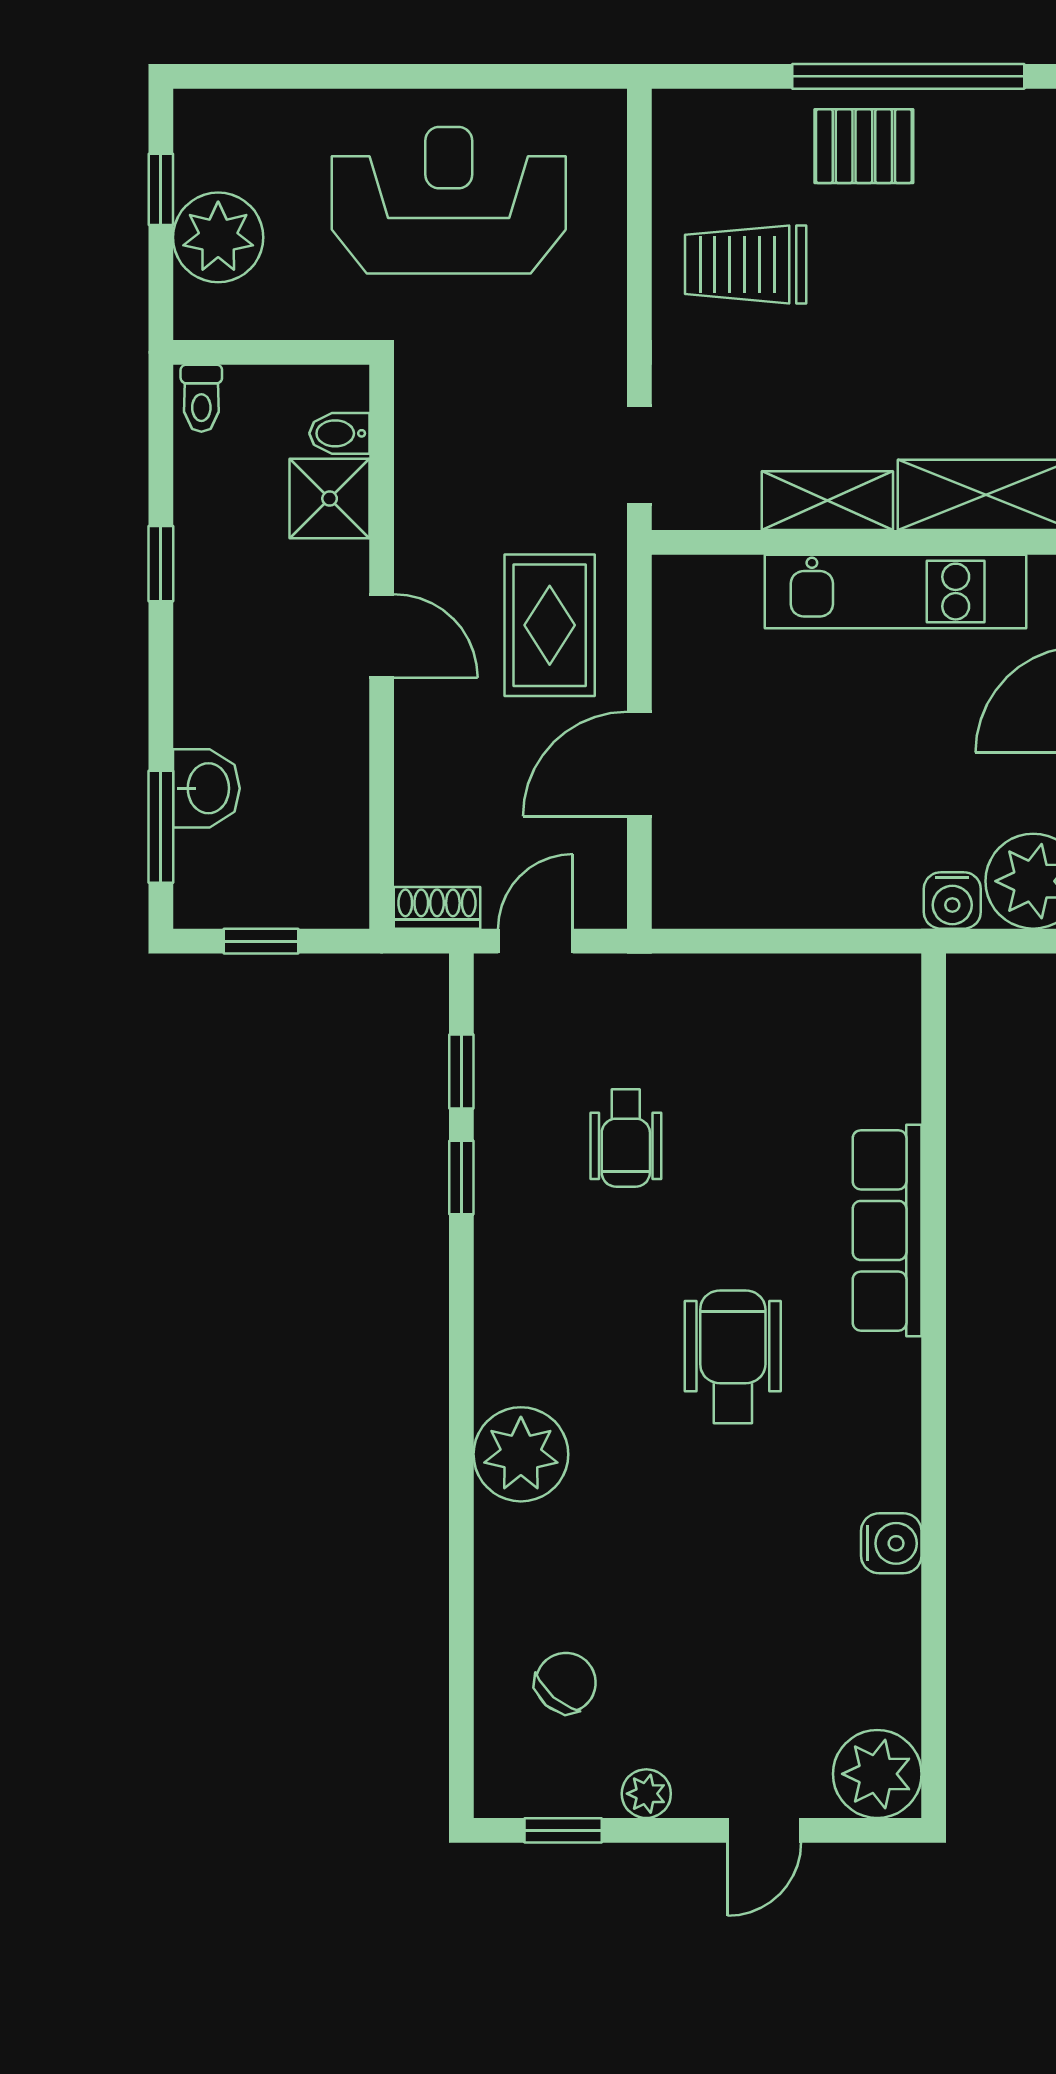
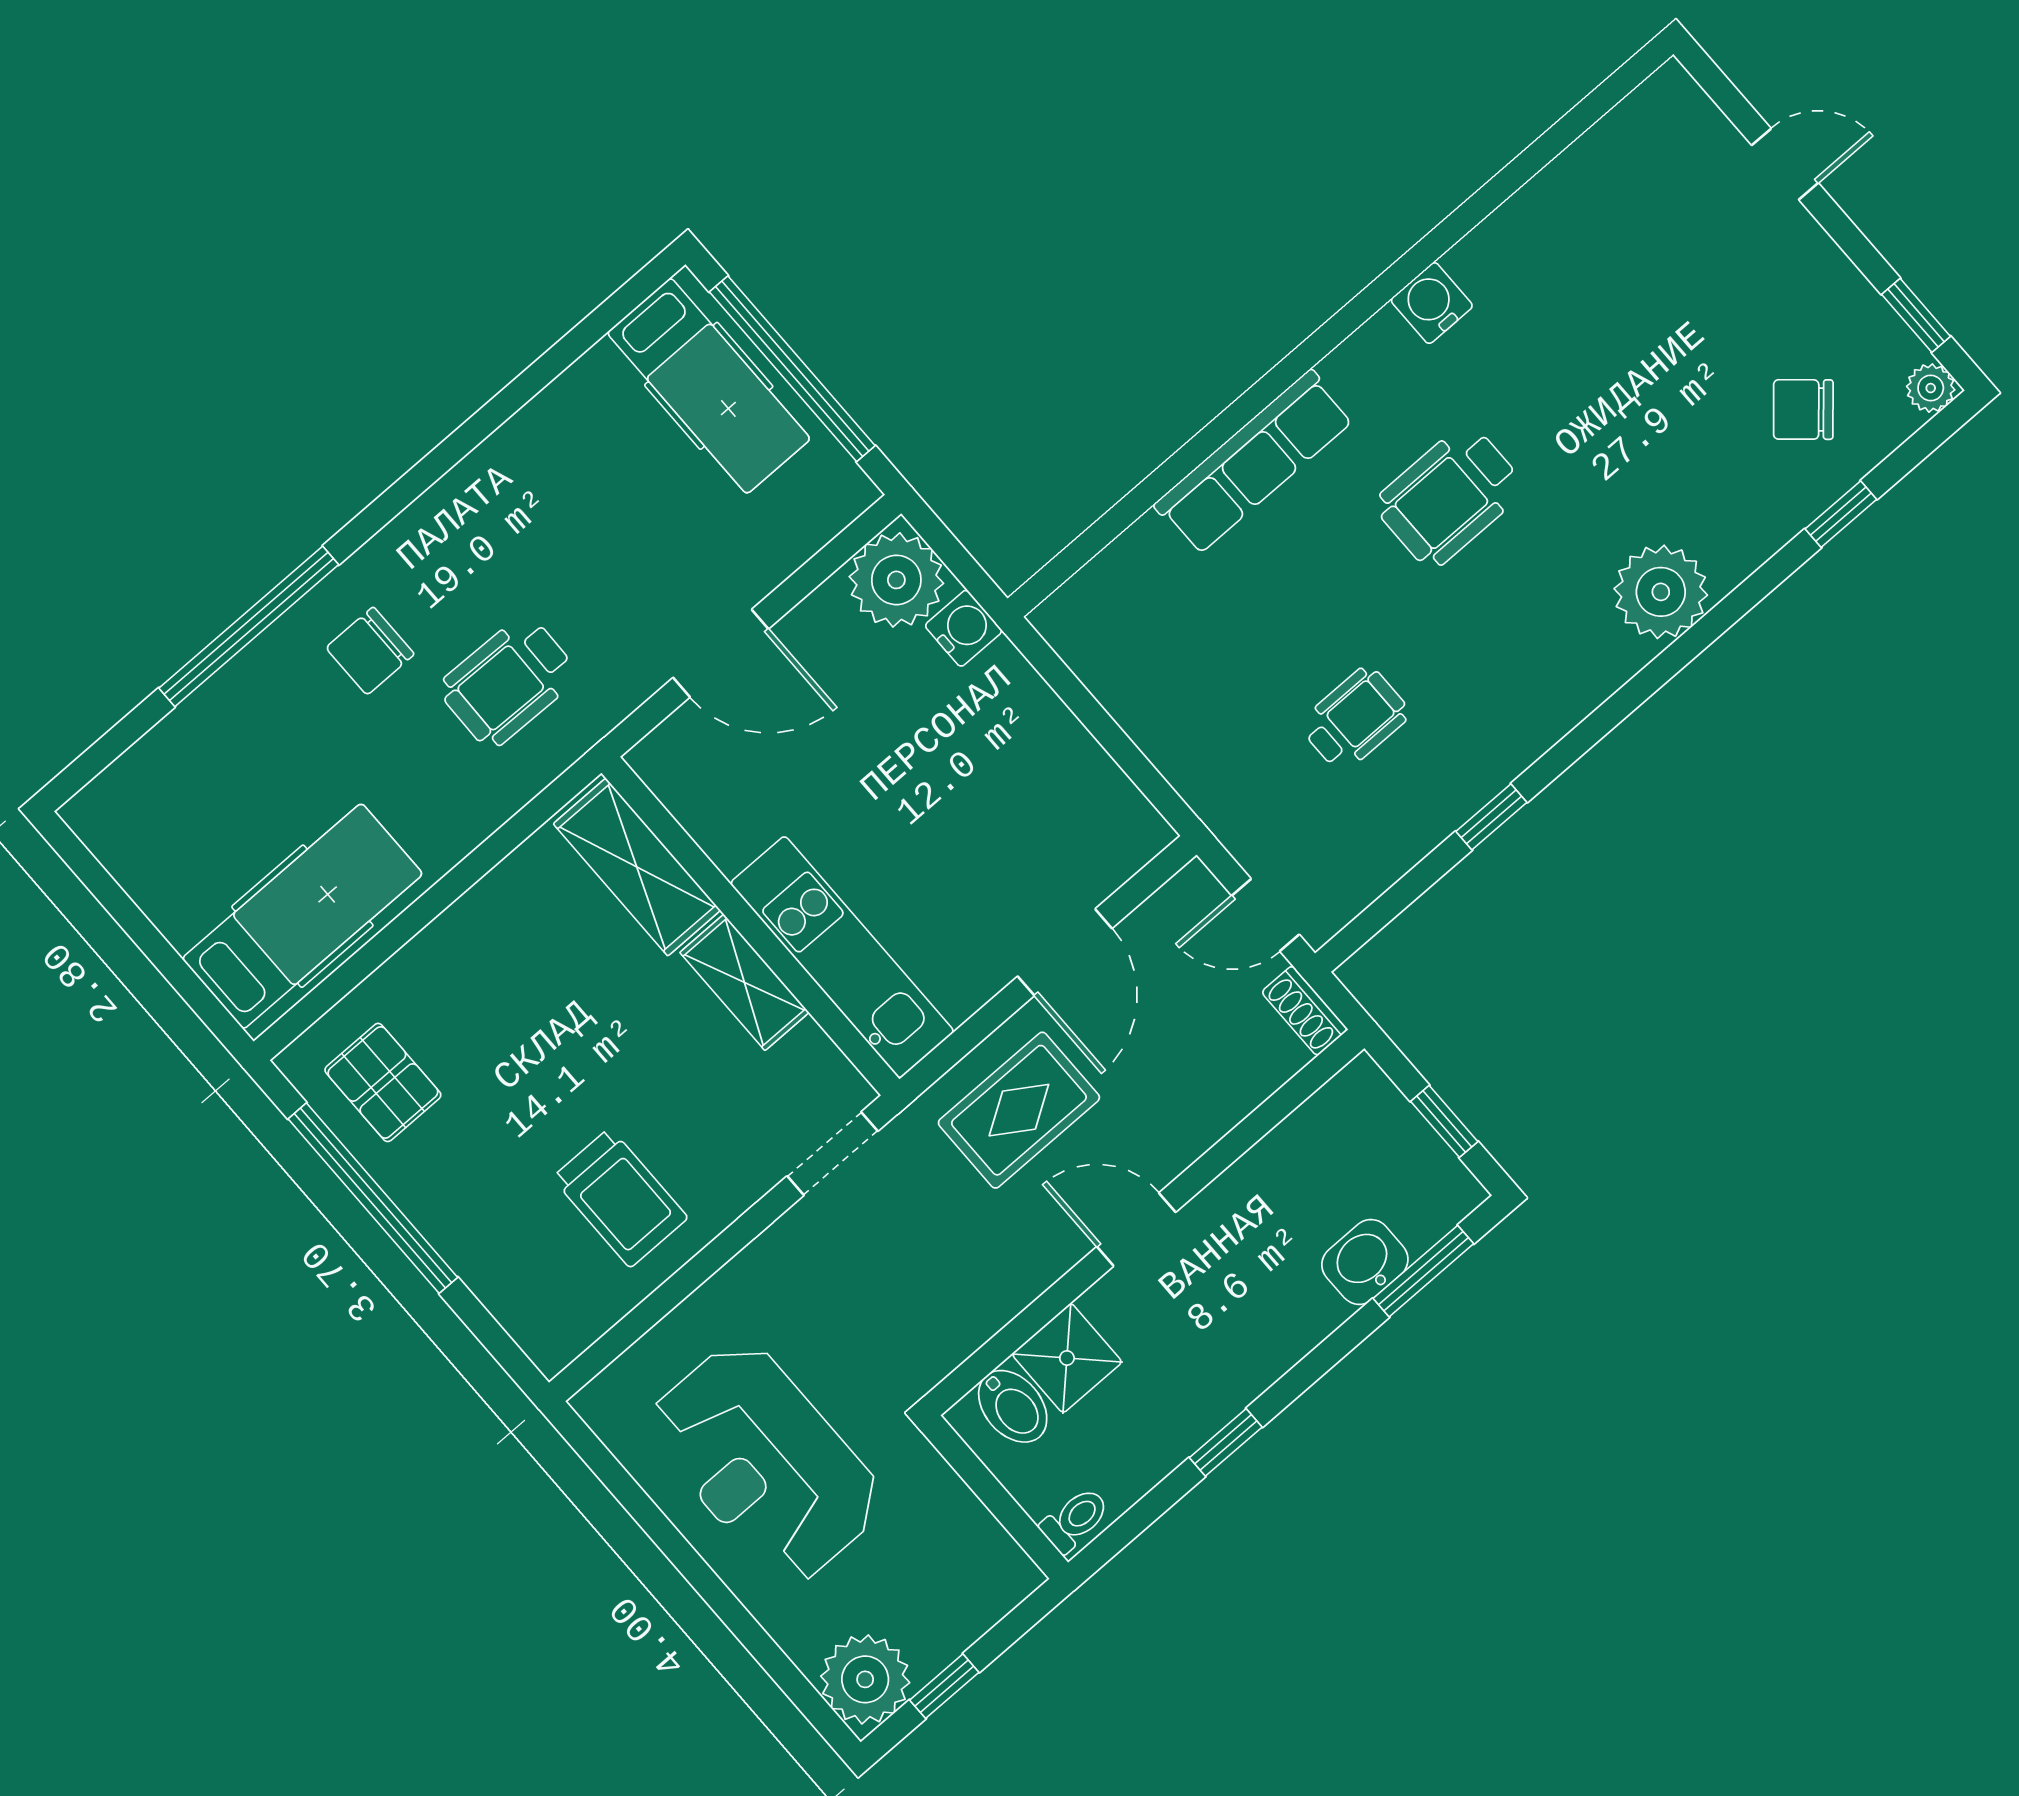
pallet: (864, 146) -> (383, 1082), moved
plant: (218, 237) -> (865, 1679), moved
bidet: (339, 433) -> (1013, 1406), width x1.38, depth x1.36
kitchen unit: (896, 592) -> (842, 957), moved
door: (382, 636) -> (1136, 1229), hinge flipped
door: (639, 764) -> (1065, 952), hinge flipped
window: (461, 1071) -> (1841, 514), moved
water cooler: (891, 1543) -> (1432, 303), moved
plant: (877, 1774) -> (1669, 116), removed
plant: (646, 1794) -> (1931, 388), moved

